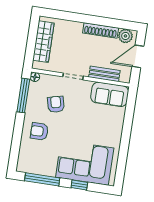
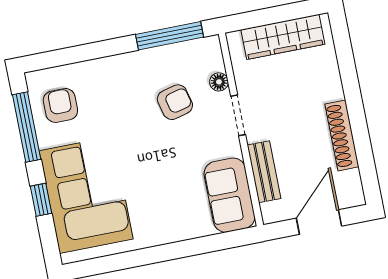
plant: (125, 36) -> (348, 185), removed
door: (138, 56) -> (319, 222), hinge flipped
floor lamp: (35, 77) -> (219, 82), moved
armchair: (39, 131) -> (60, 105), moved

